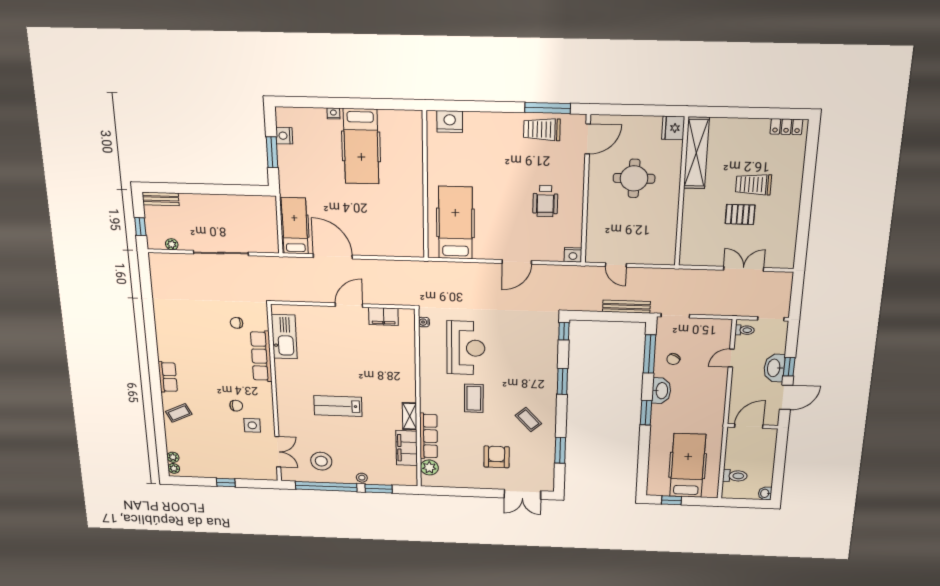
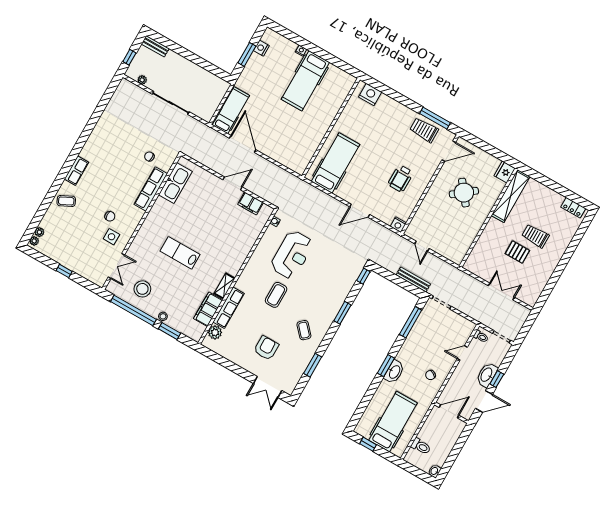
round table: (634, 178) -> (464, 193), turned -38
chair: (673, 359) -> (430, 375), moved
washbasin: (661, 391) -> (394, 372), moved

